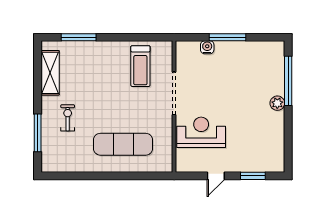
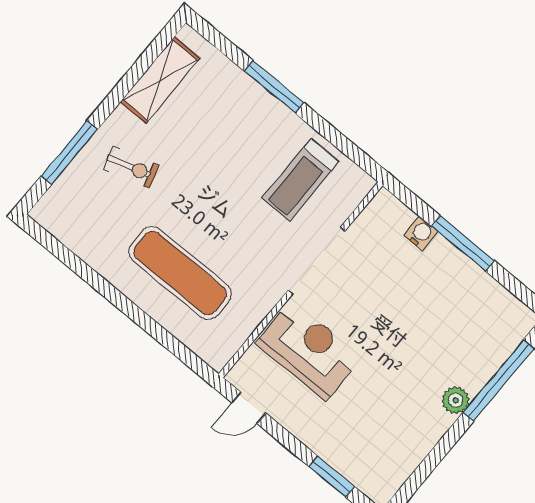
window: (79, 37) -> (274, 87), moved
exercise bike: (68, 118) -> (131, 167), turned 73
door: (216, 176) -> (249, 408), moved

